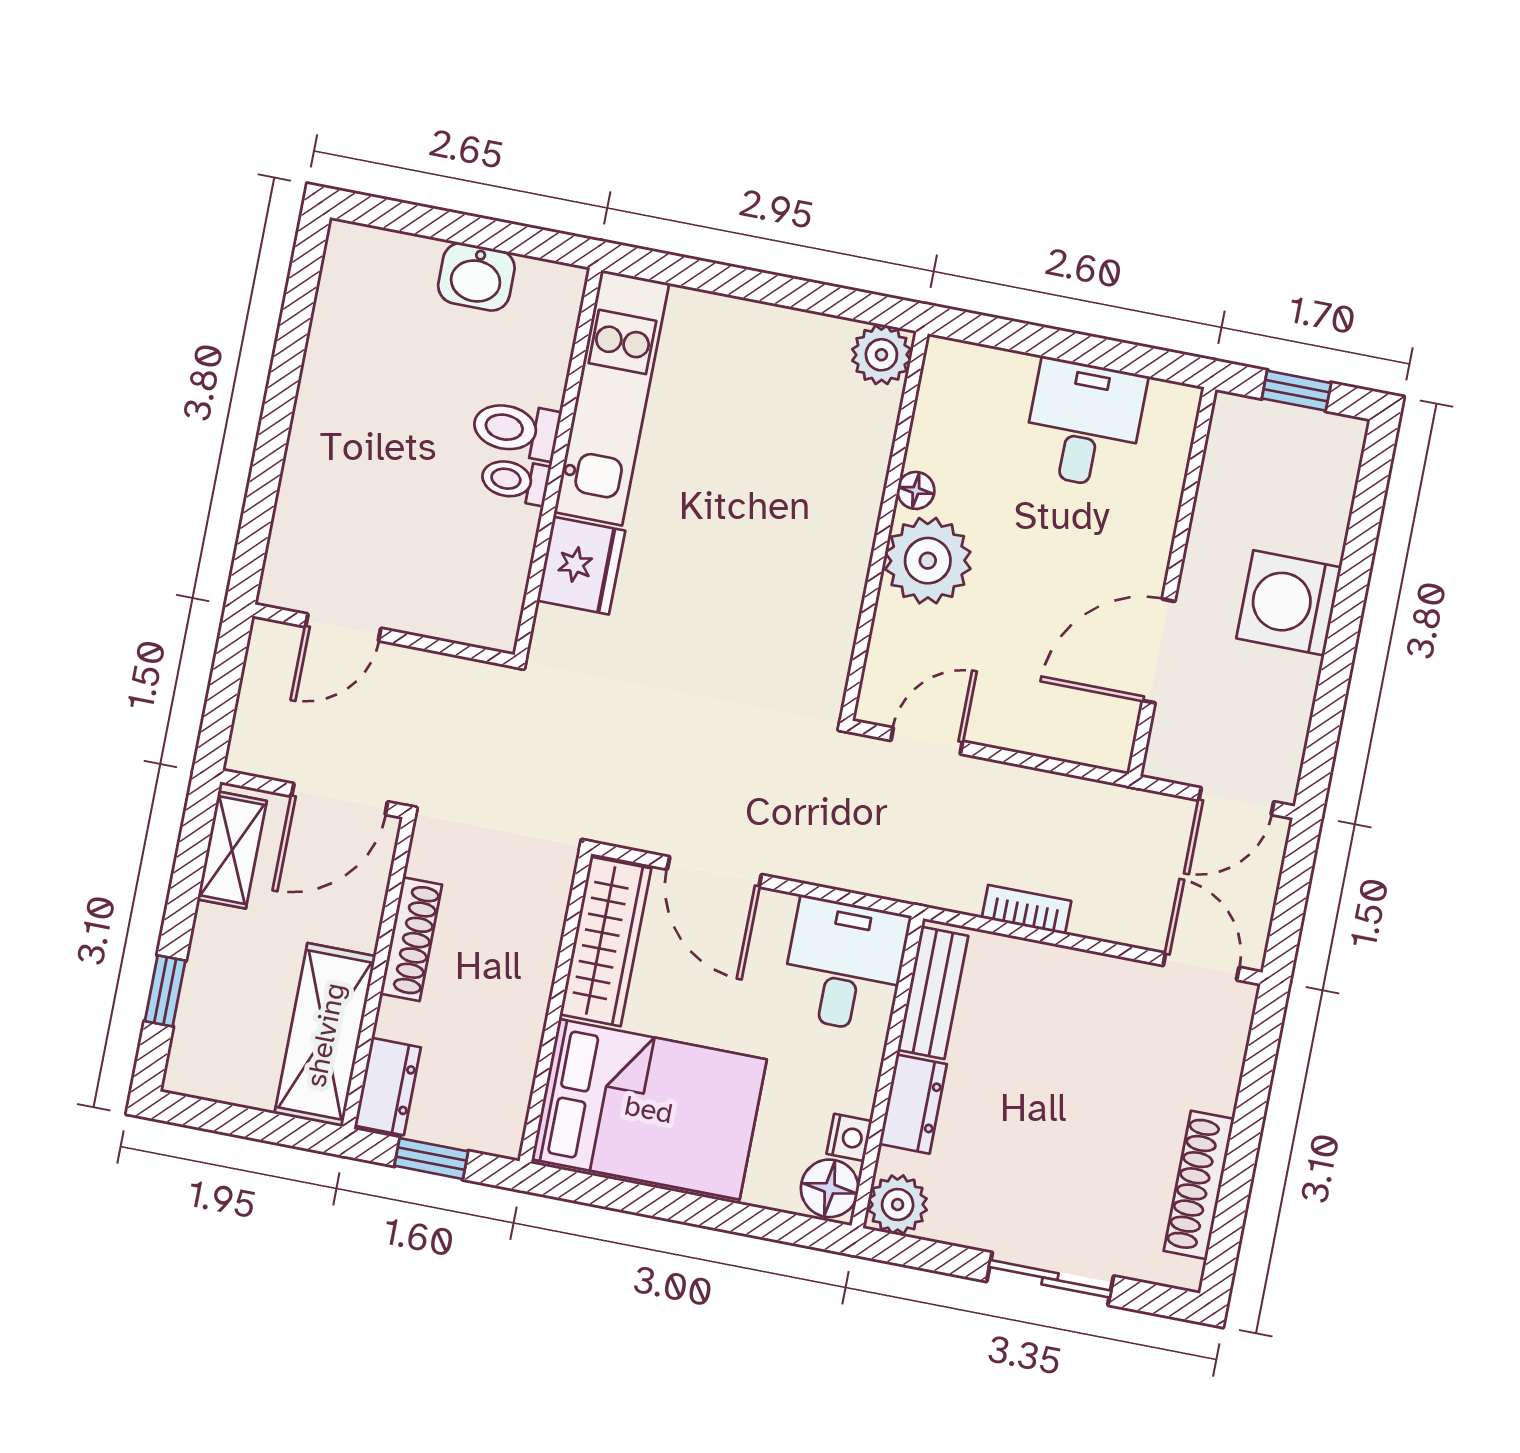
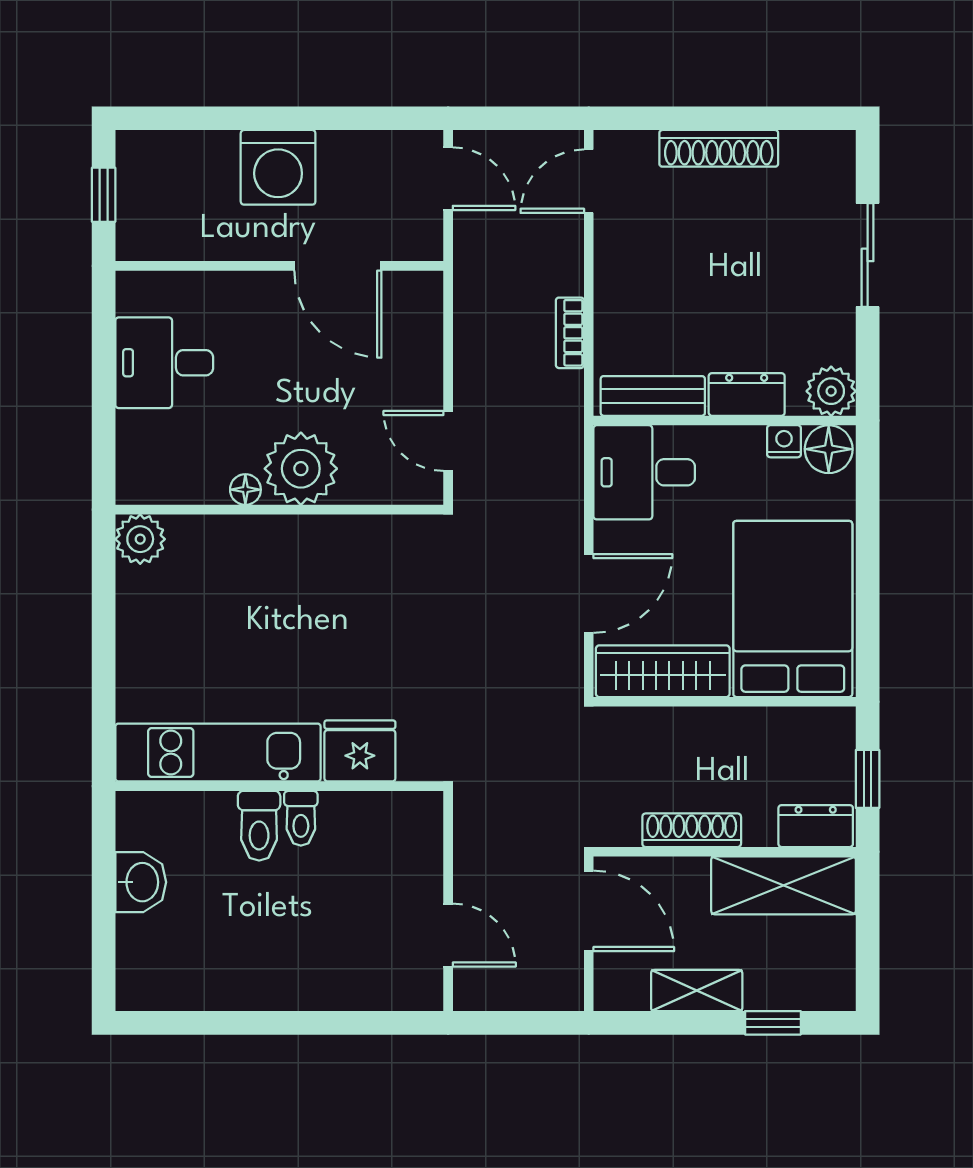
shelving: (232, 850) -> (697, 991), moved
shoe rack: (1199, 1185) -> (719, 148), moved

